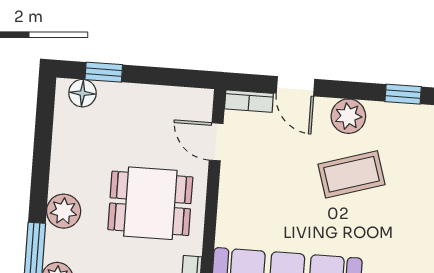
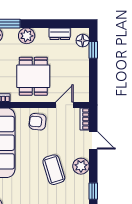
door: (295, 86) -> (93, 140), swing flipped
dresser: (64, 141) -> (60, 34), added
armchair: (247, 201) -> (38, 122), added

